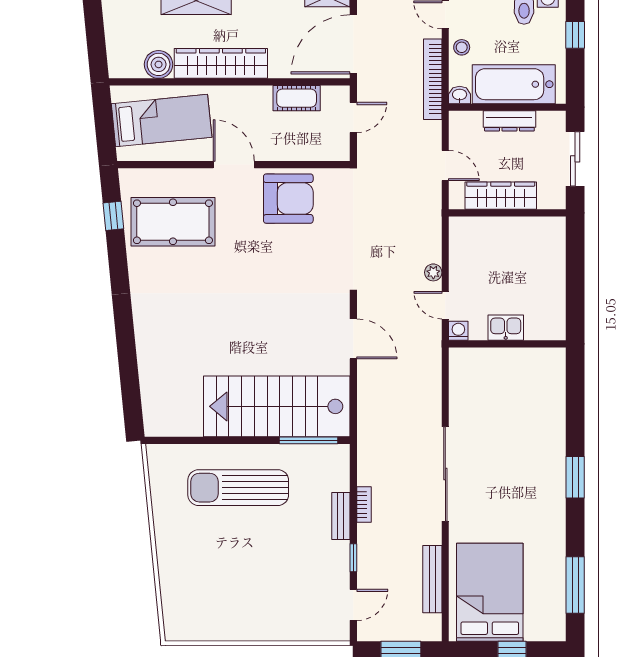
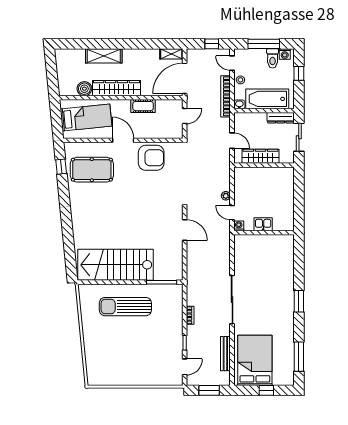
cot: (297, 98) -> (143, 106), moved
dresser: (509, 121) -> (281, 118), moved
stairs: (277, 406) -> (115, 265), moved
bench: (341, 516) -> (178, 321), removed

